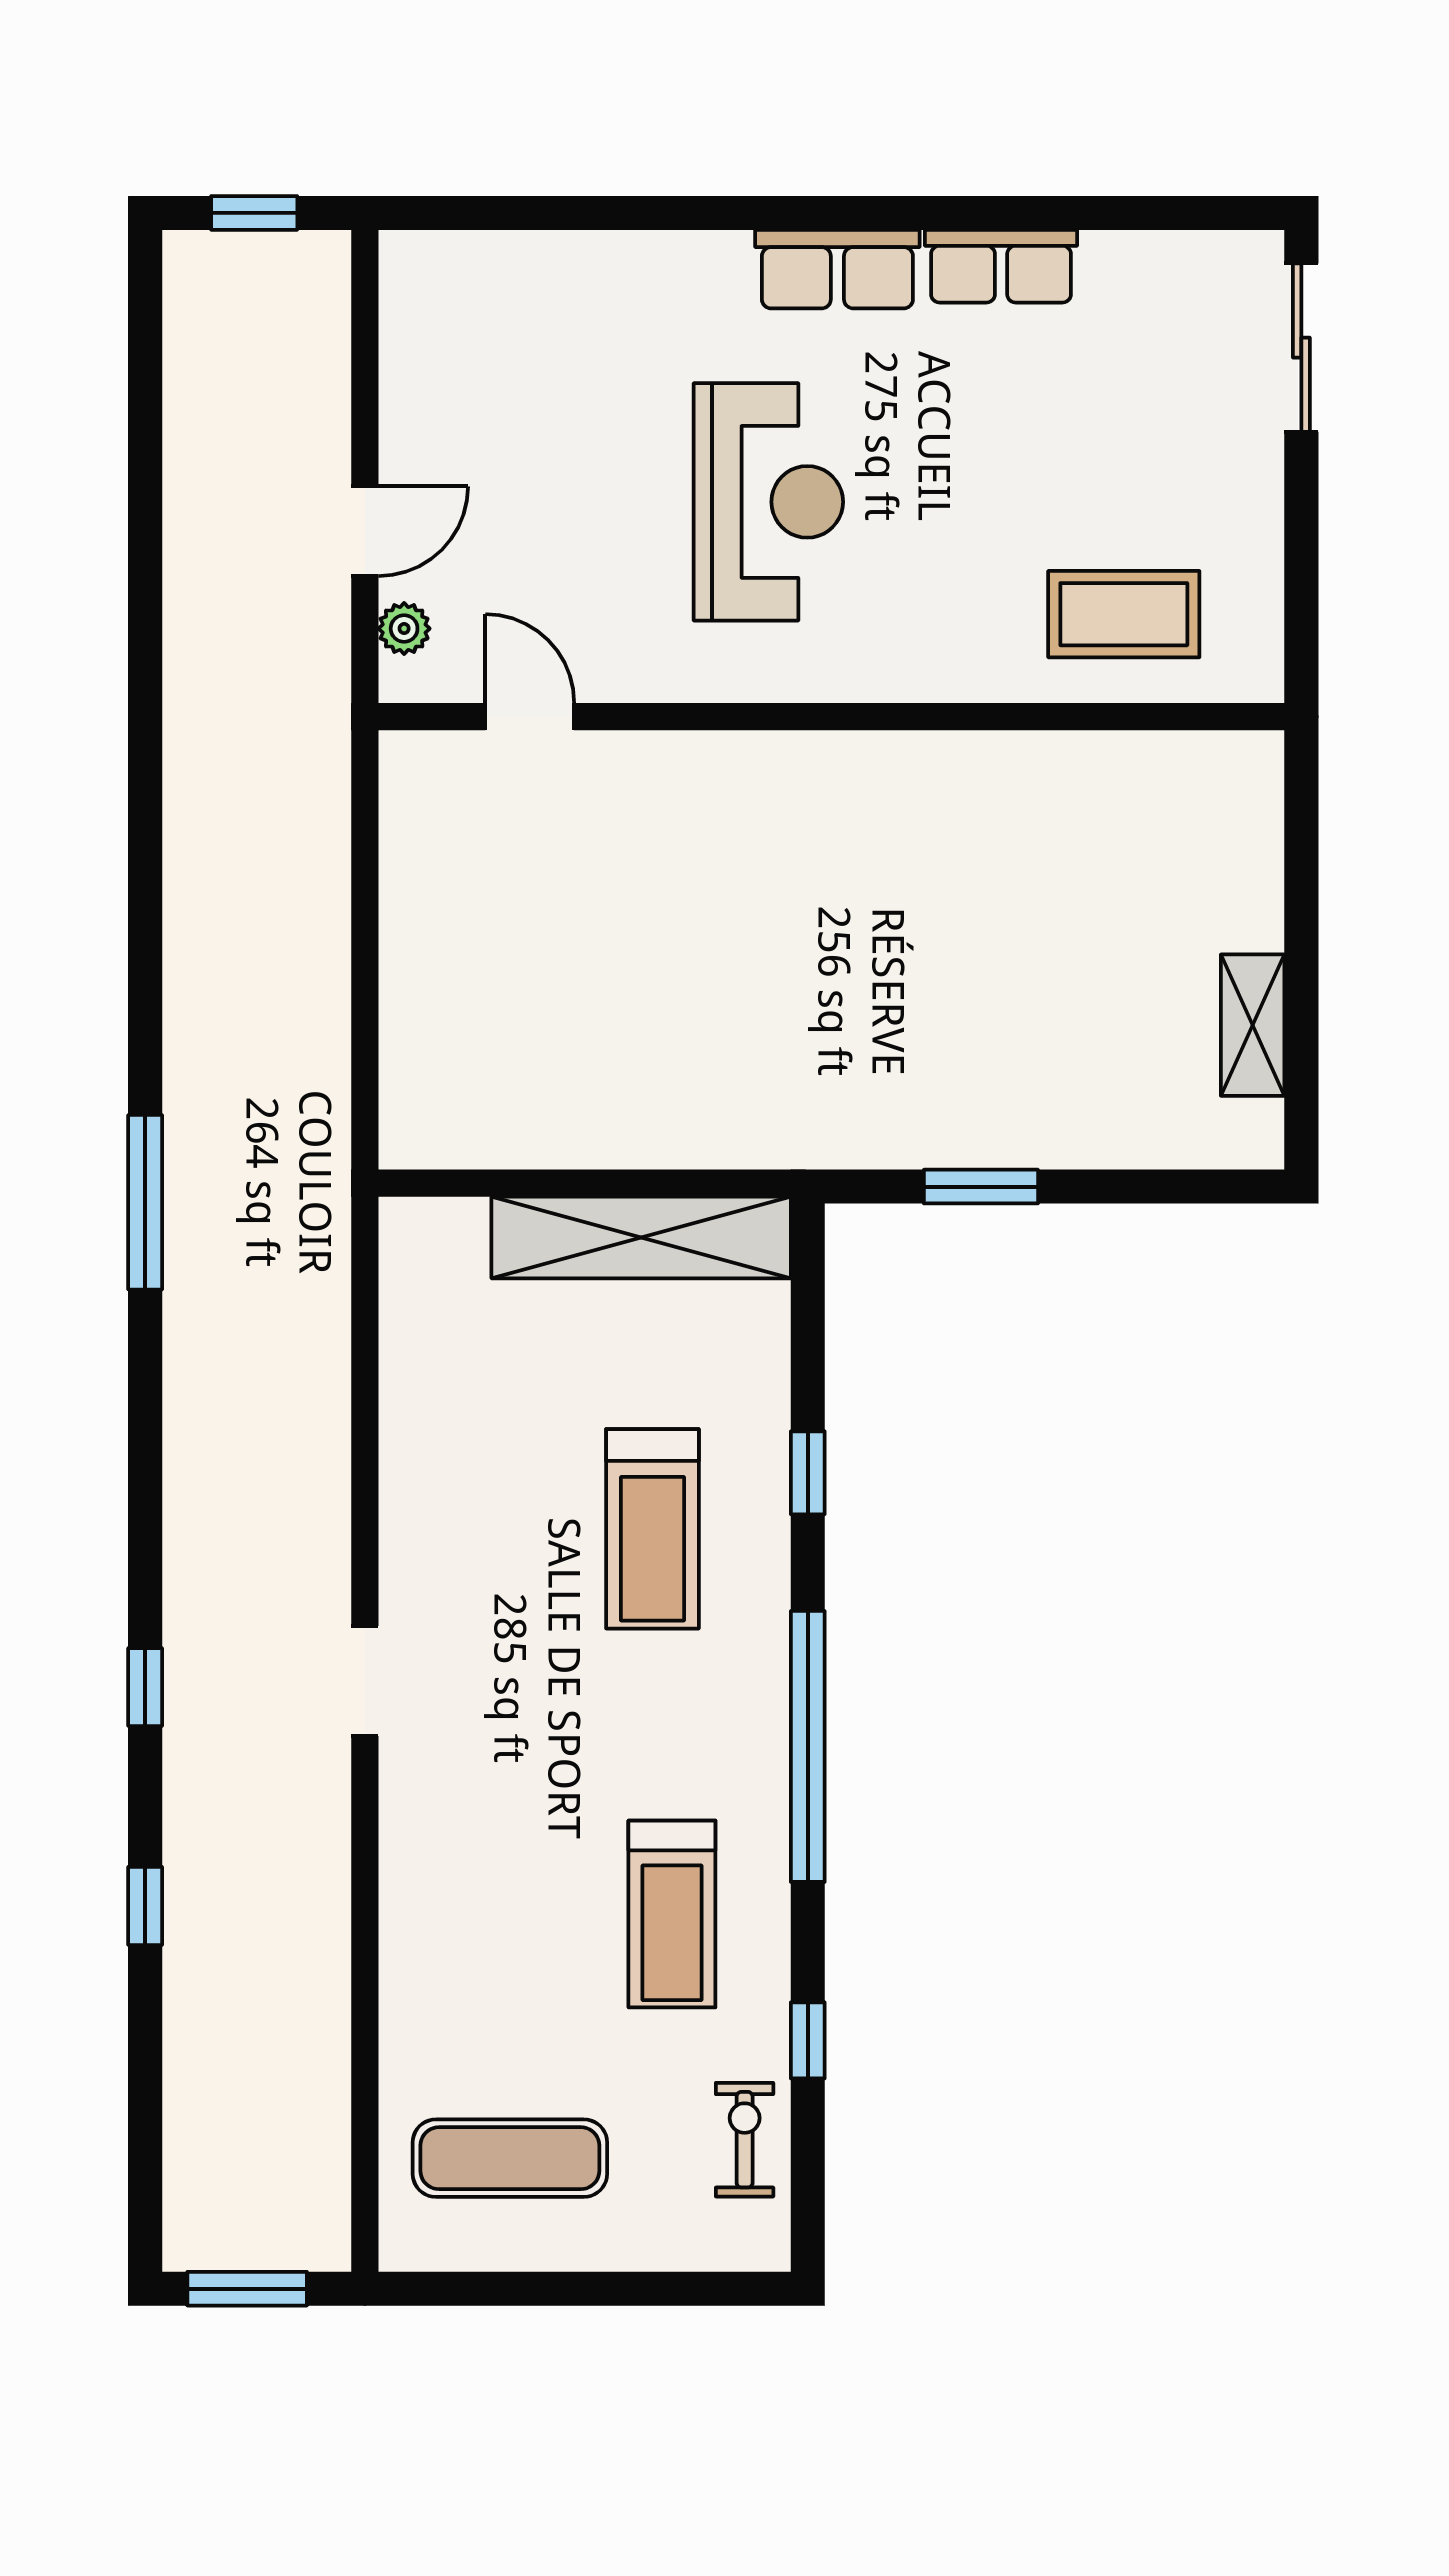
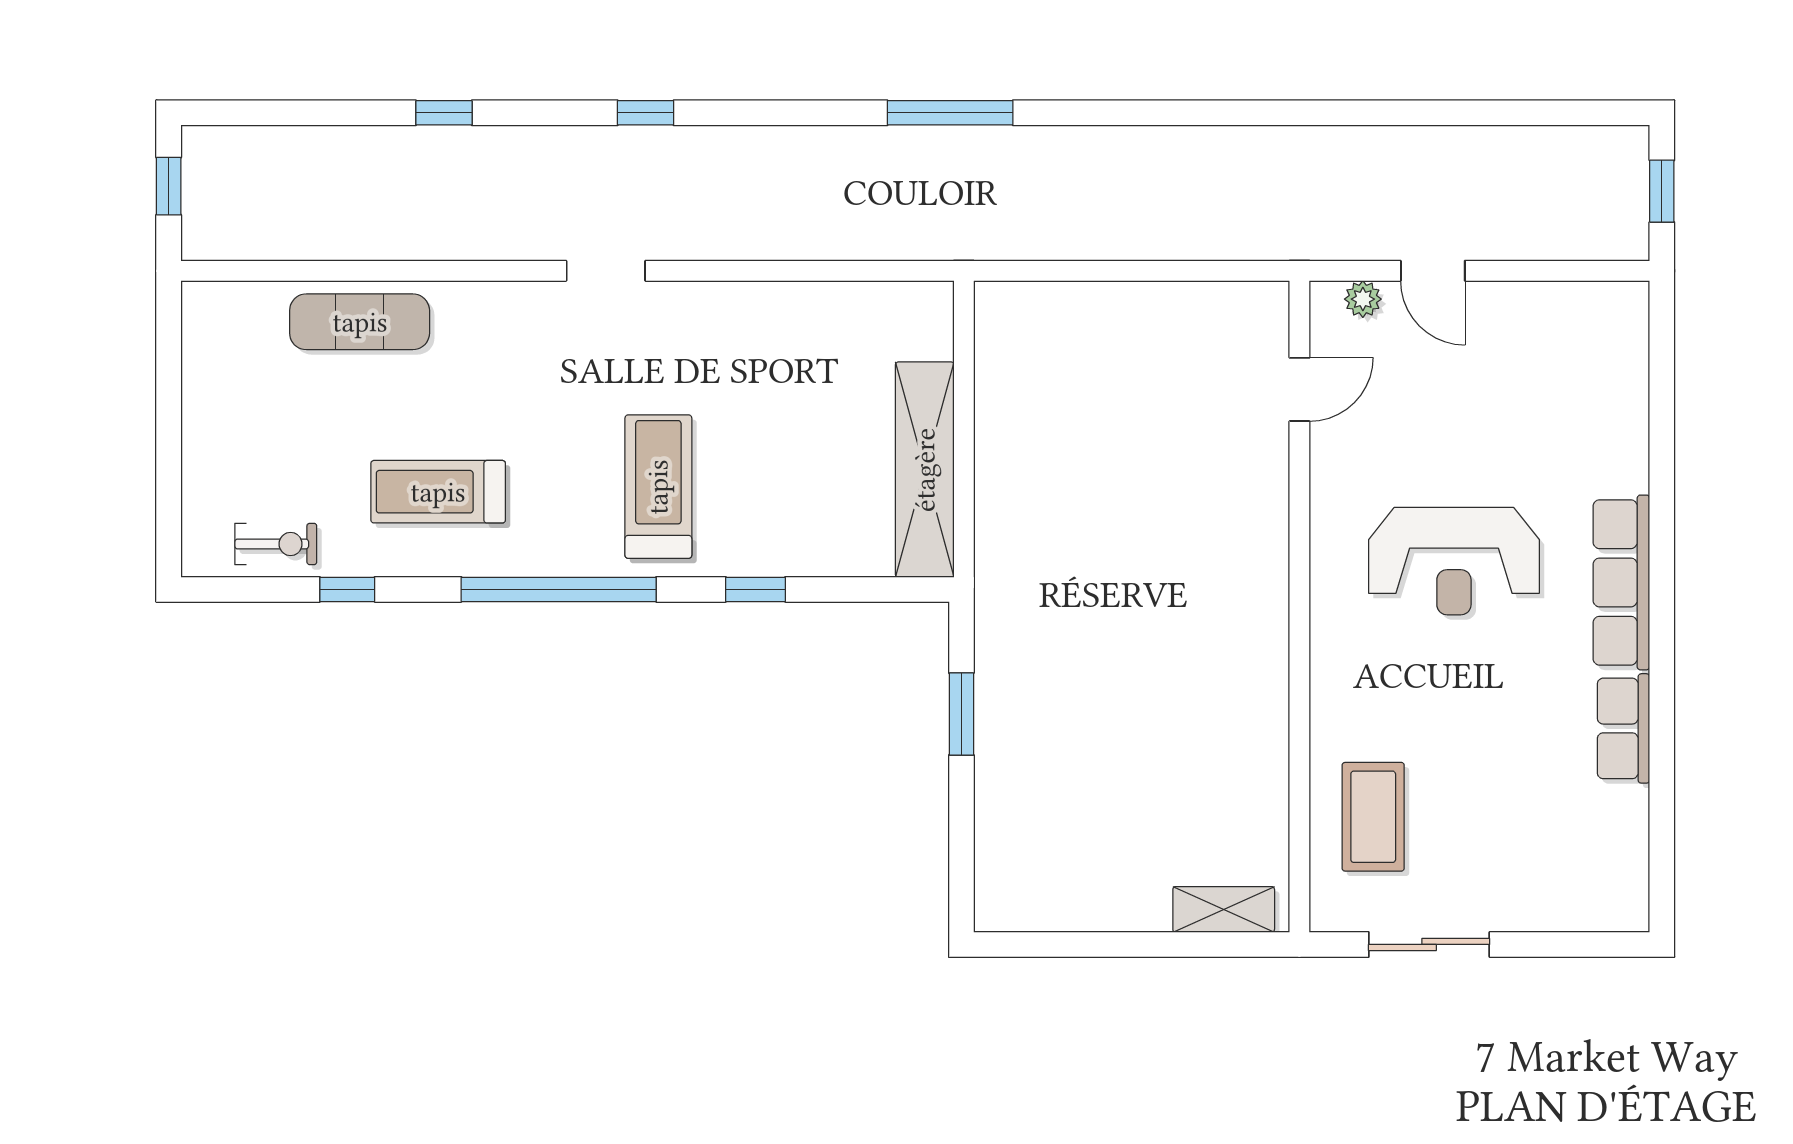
row of seats: (837, 269) -> (1621, 582), width x1.48
sliding door: (1301, 348) -> (1429, 944), moved
shelving: (1253, 1025) -> (1224, 909), moved
treadmill: (652, 1529) -> (658, 487), moved, turned 90
window: (145, 1687) -> (646, 113), moved
exercise mat: (510, 2158) -> (360, 322), moved, turned 90
window: (247, 2289) -> (169, 186), width x0.67

